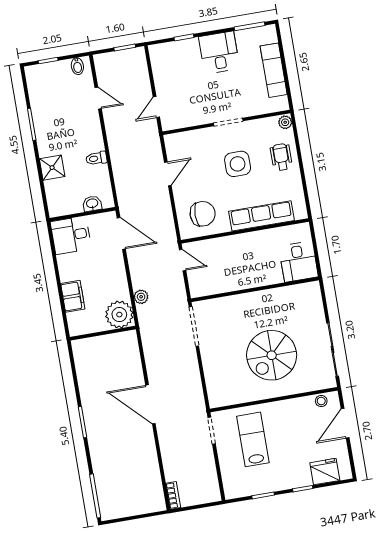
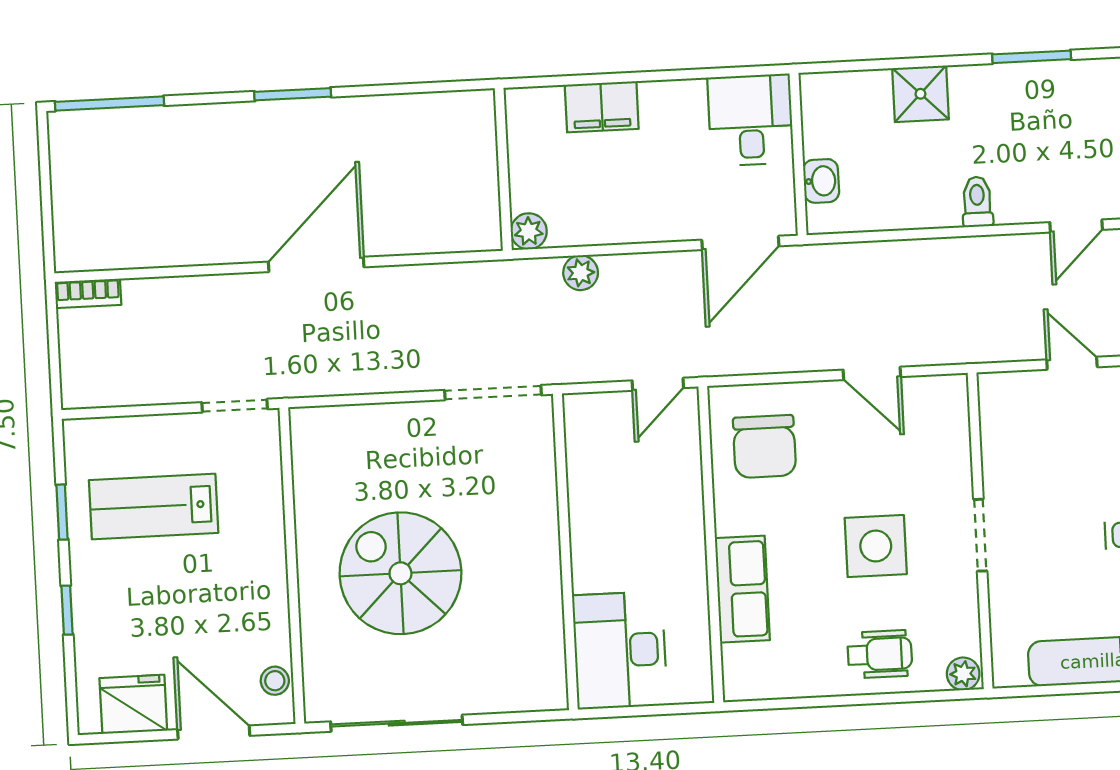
door: (156, 107) -> (1072, 363), moved
toilet: (96, 158) -> (977, 202), moved
row of seats: (261, 216) -> (742, 589), width x0.68
desk: (298, 262) -> (620, 650), width x1.37
plant: (119, 315) -> (529, 231), width x0.53, depth x0.53
lab bench: (253, 439) -> (154, 506), moved, turned 180
fridge: (325, 472) -> (133, 704), moved, turned -90

